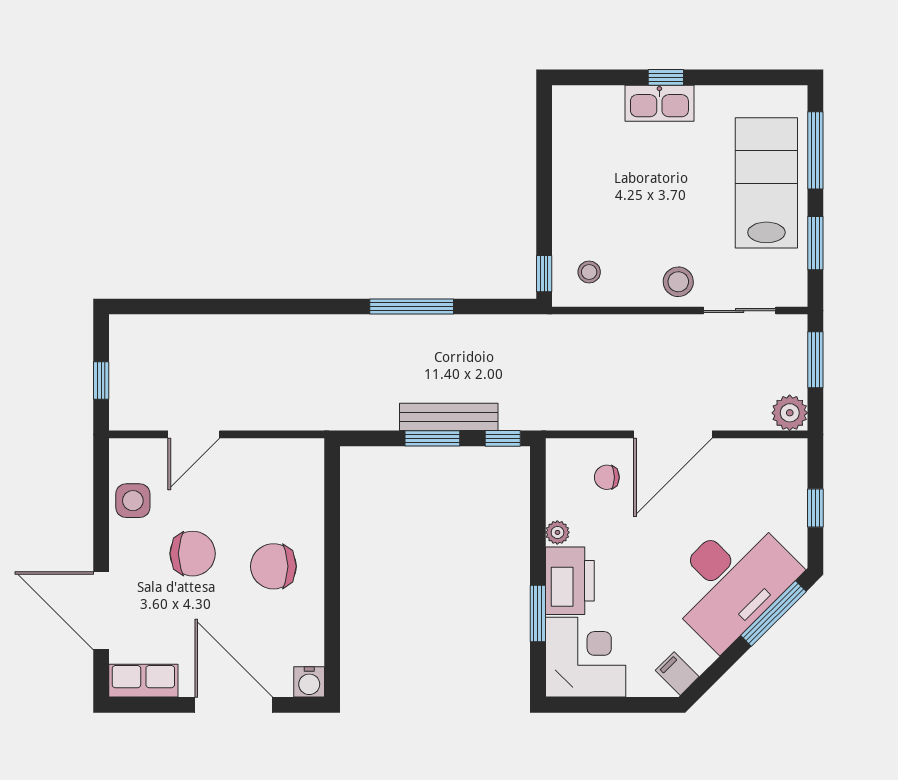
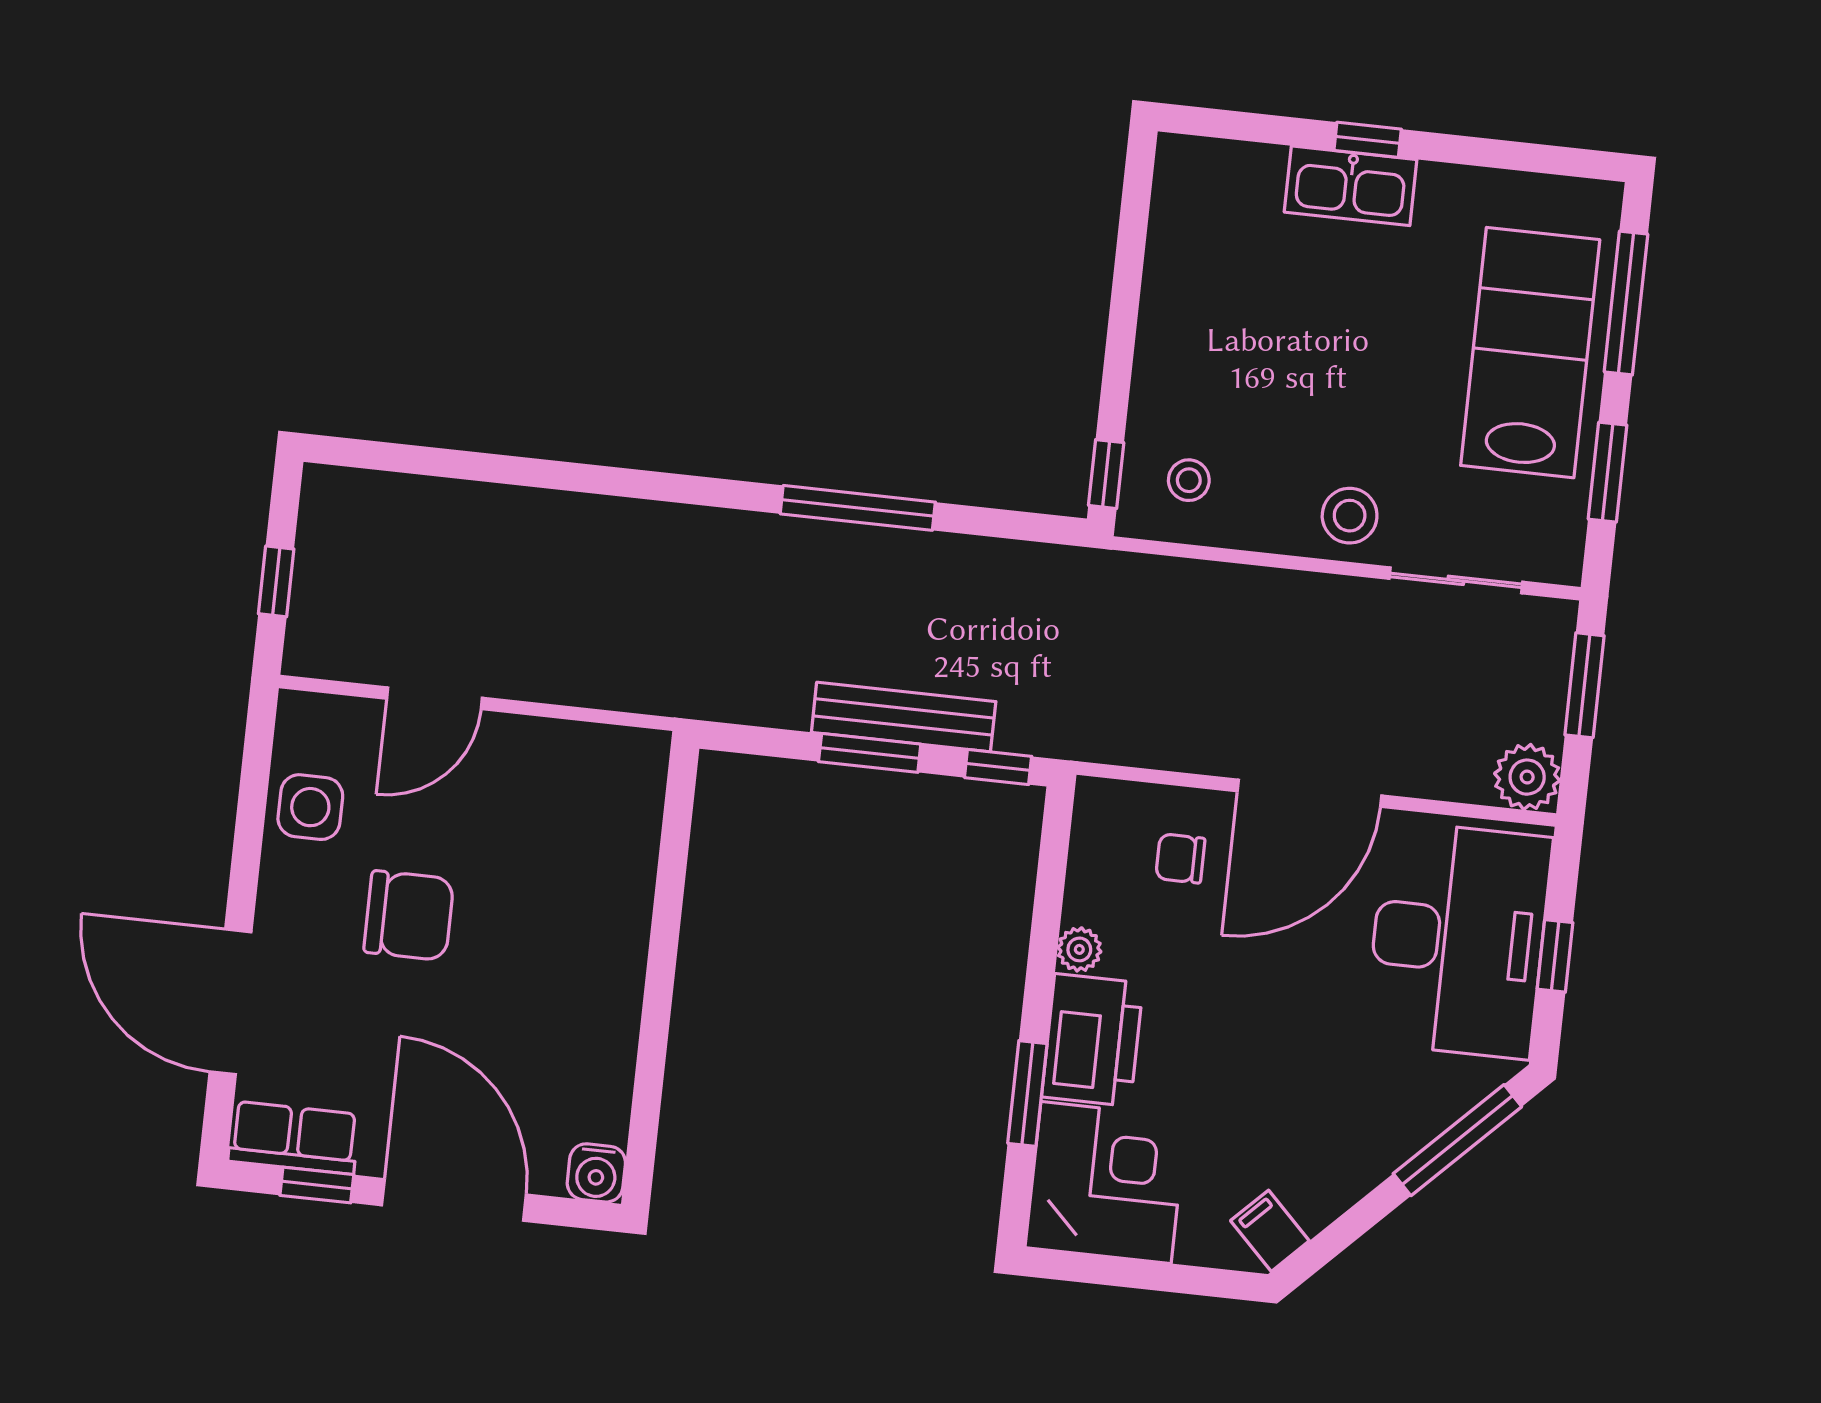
chair: (273, 566) -> (554, 955), removed
desk: (731, 581) -> (1458, 940), moved, turned -45
window: (159, 705) -> (317, 1185), added

